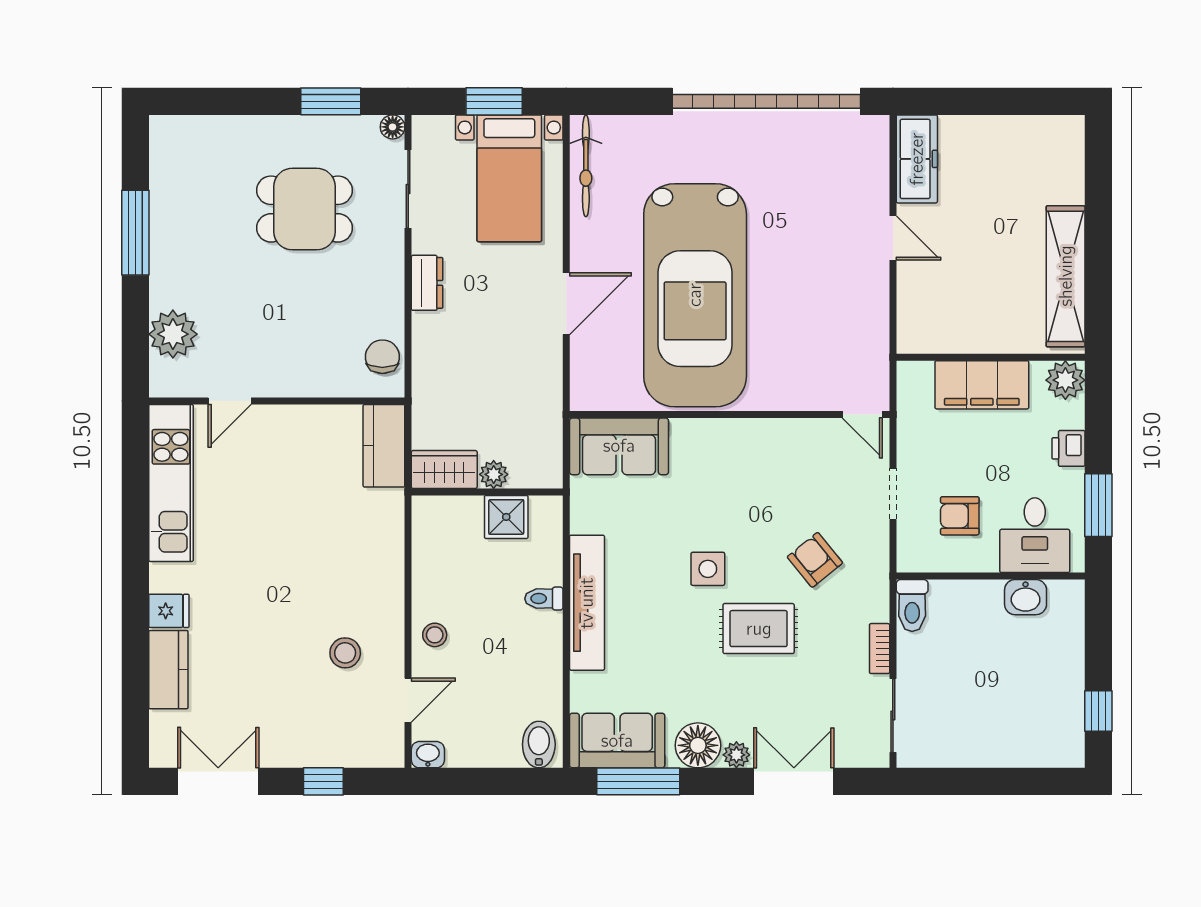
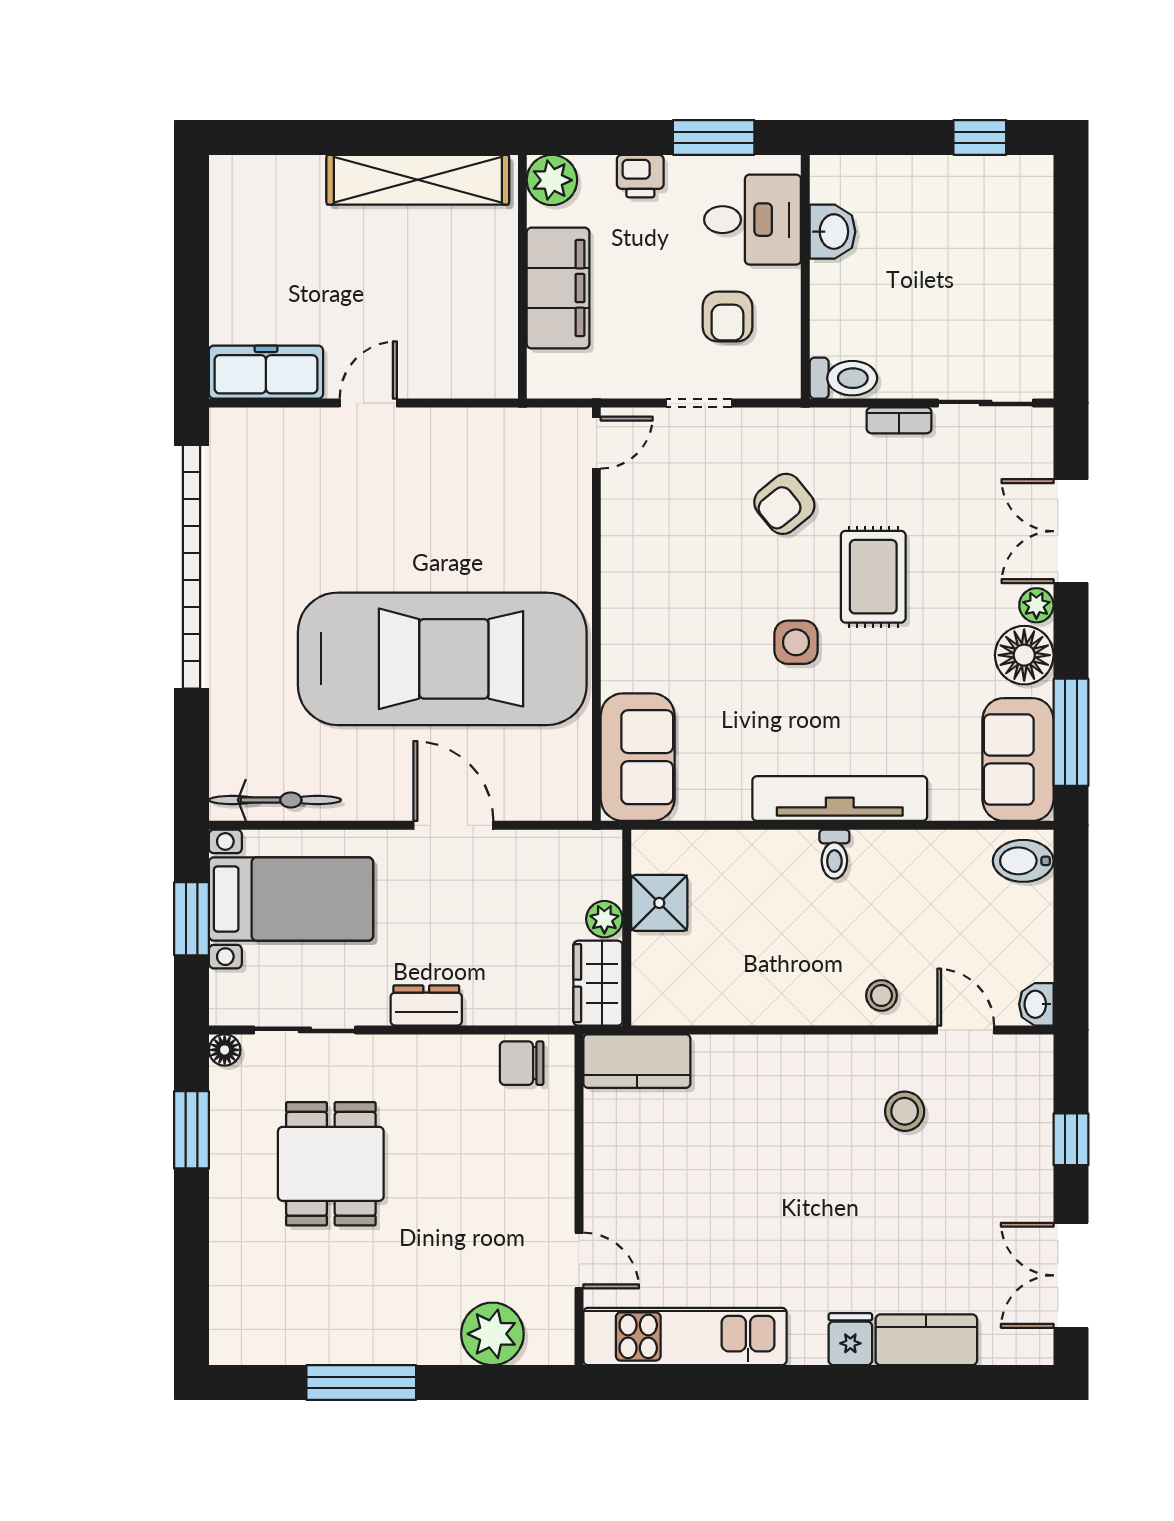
wardrobe: (444, 469) -> (598, 983), moved
plant: (494, 474) -> (604, 919), moved
wall: (487, 492) -> (627, 928), moved
shower: (506, 517) -> (659, 903), moved

